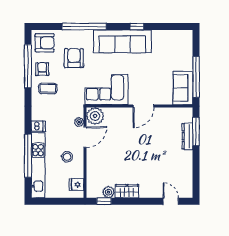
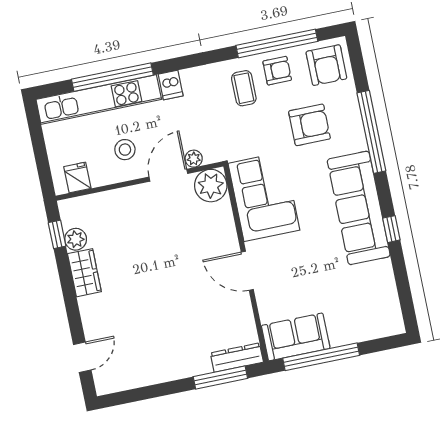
dresser: (187, 136) -> (237, 358), moved
door: (85, 137) -> (168, 175), swing flipped

